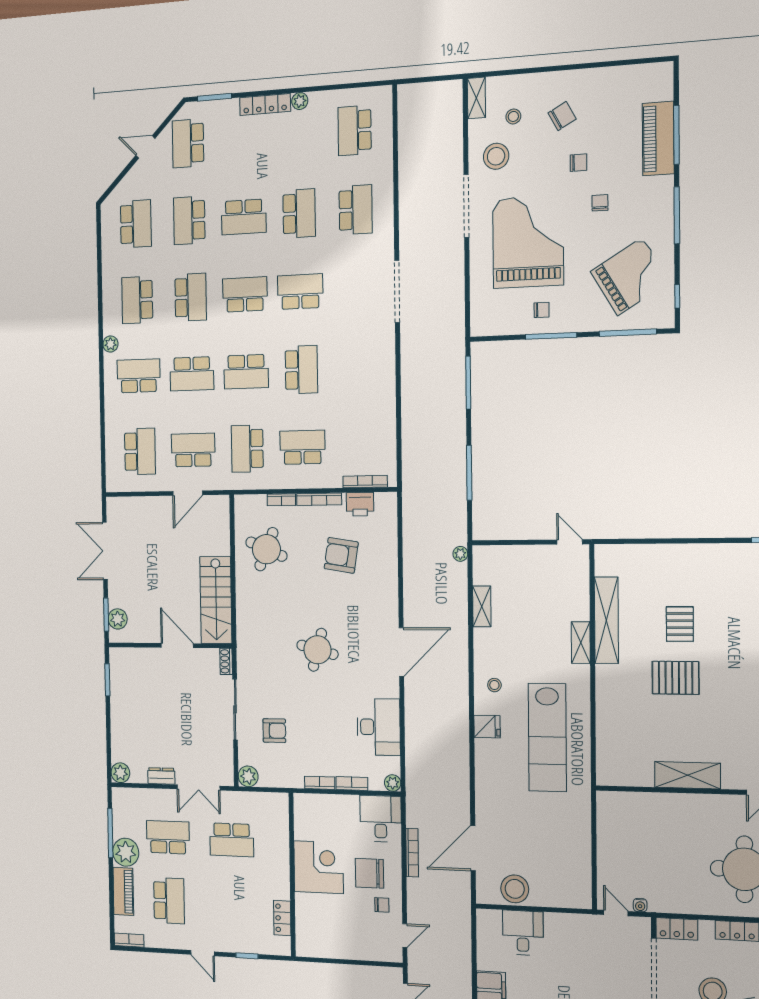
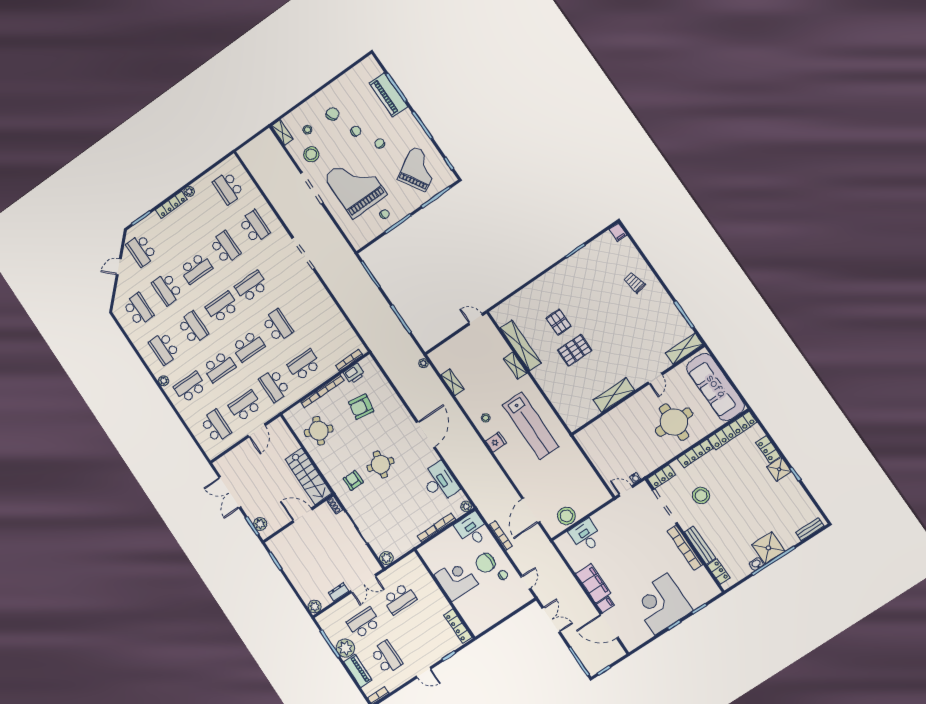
armchair: (274, 731) -> (353, 480), moved, turned -90
locker: (282, 918) -> (458, 626), width x1.53

